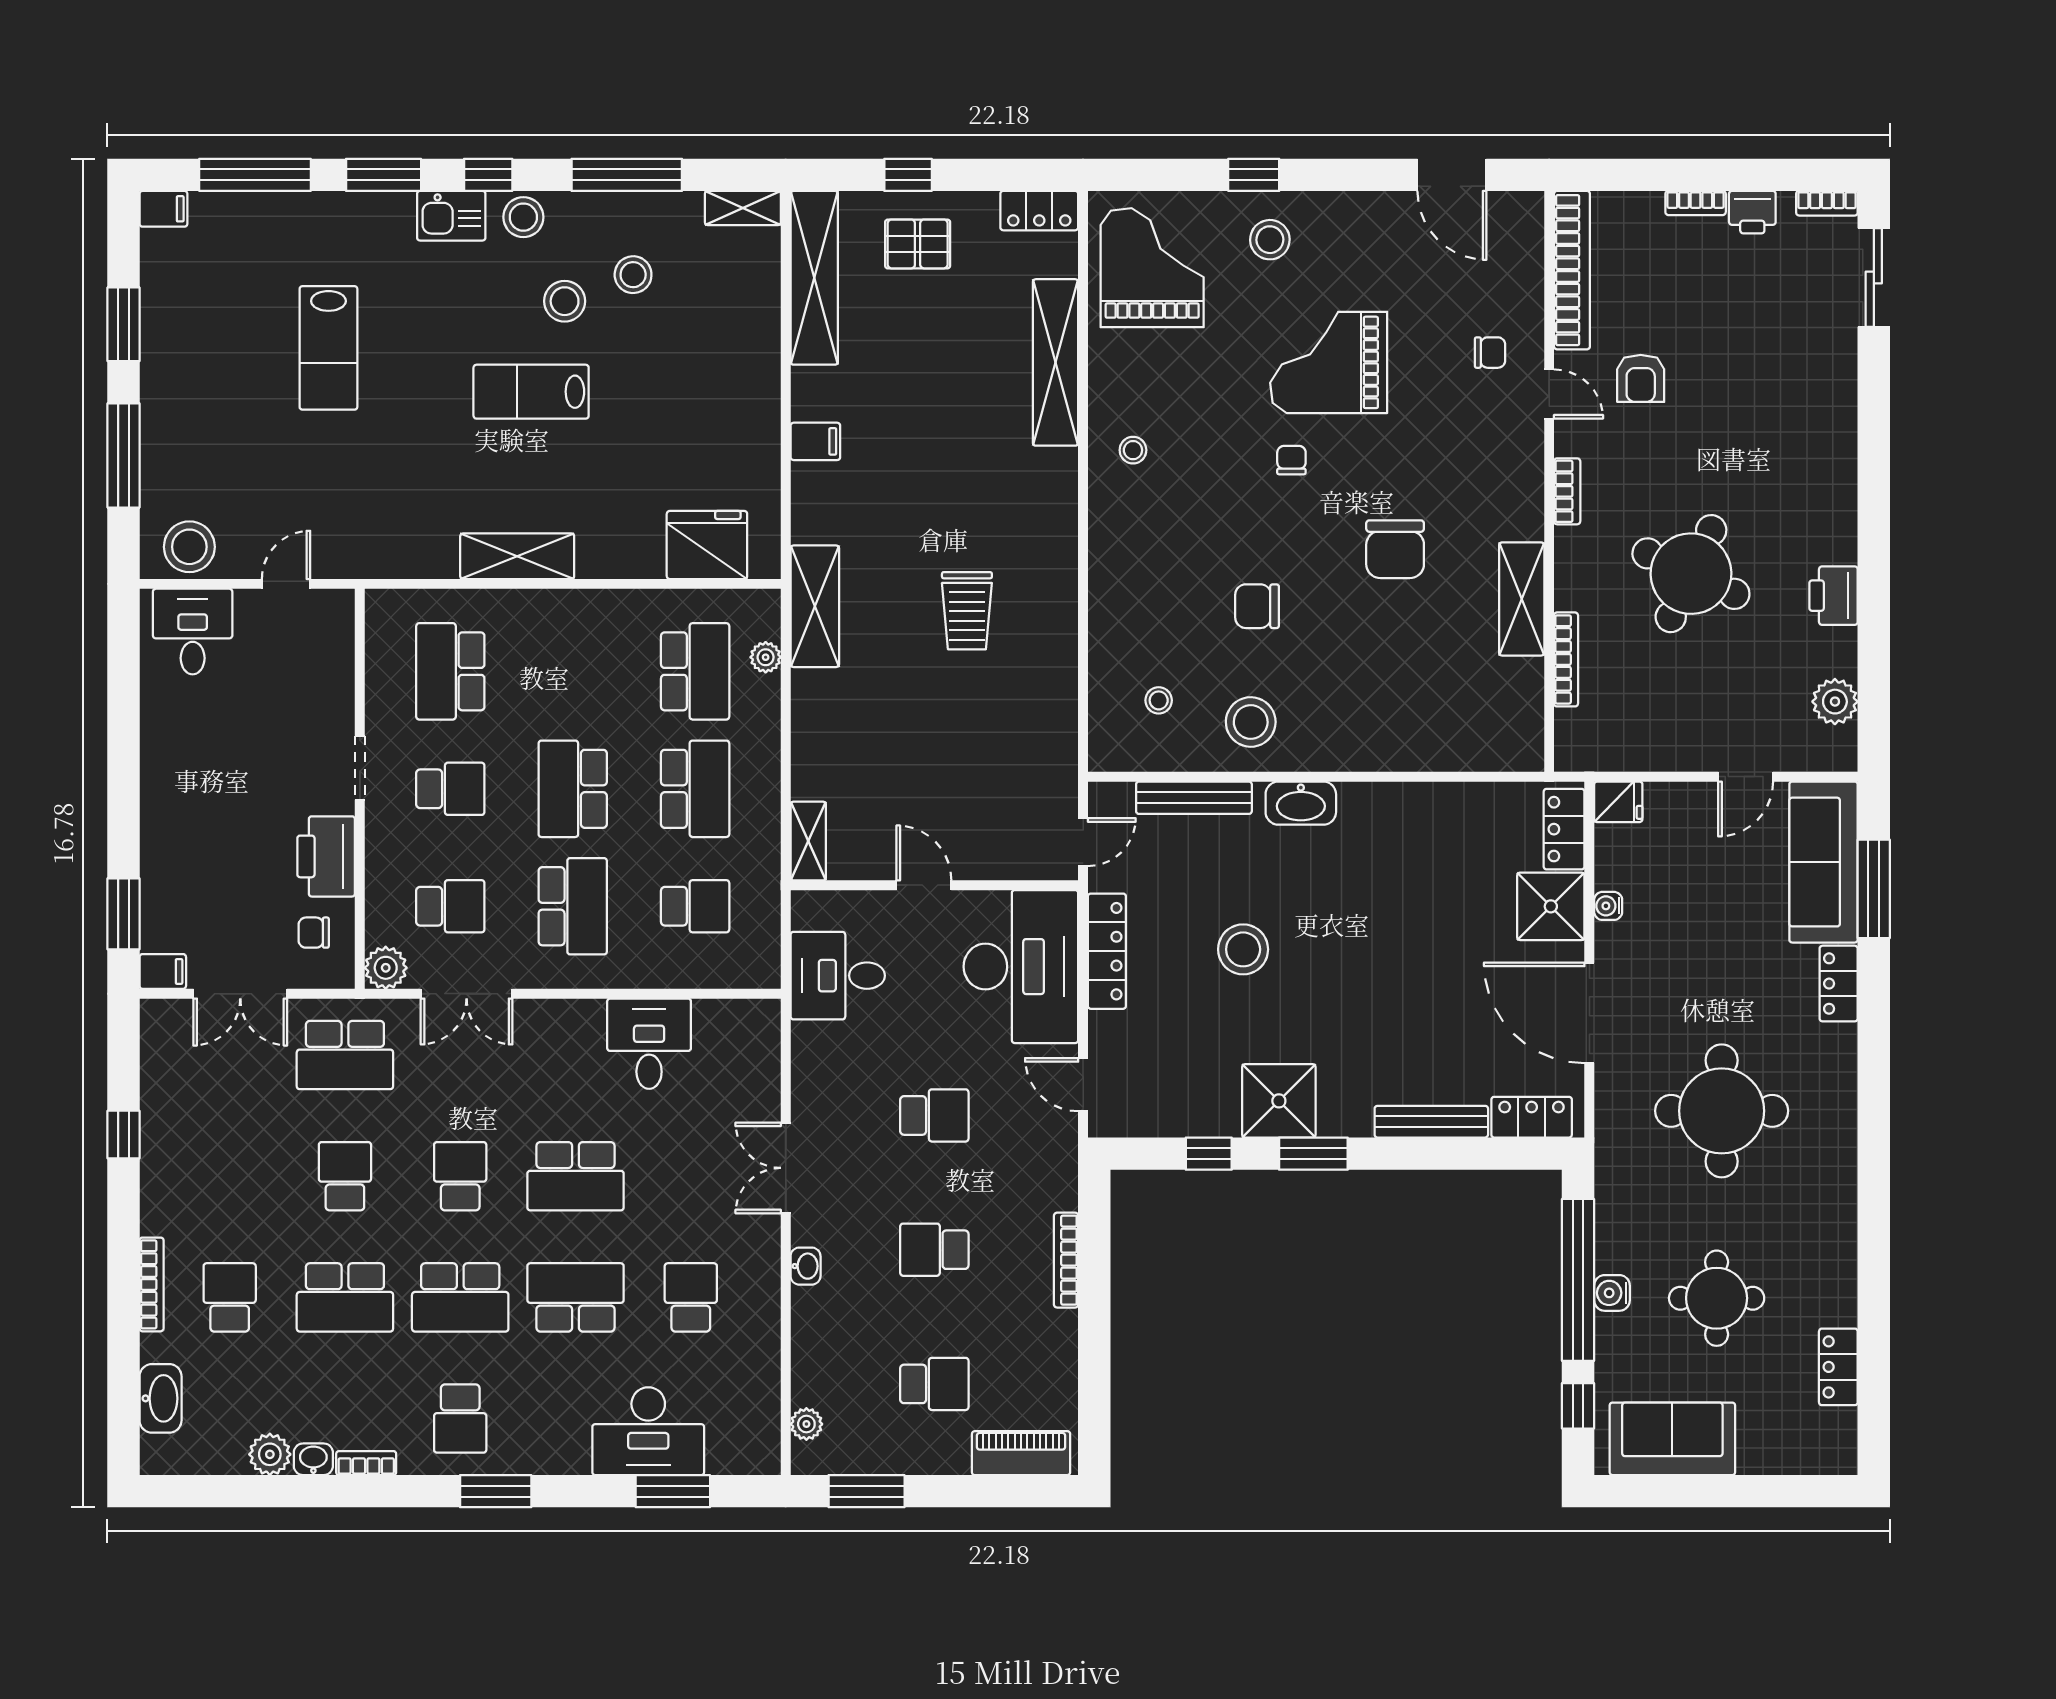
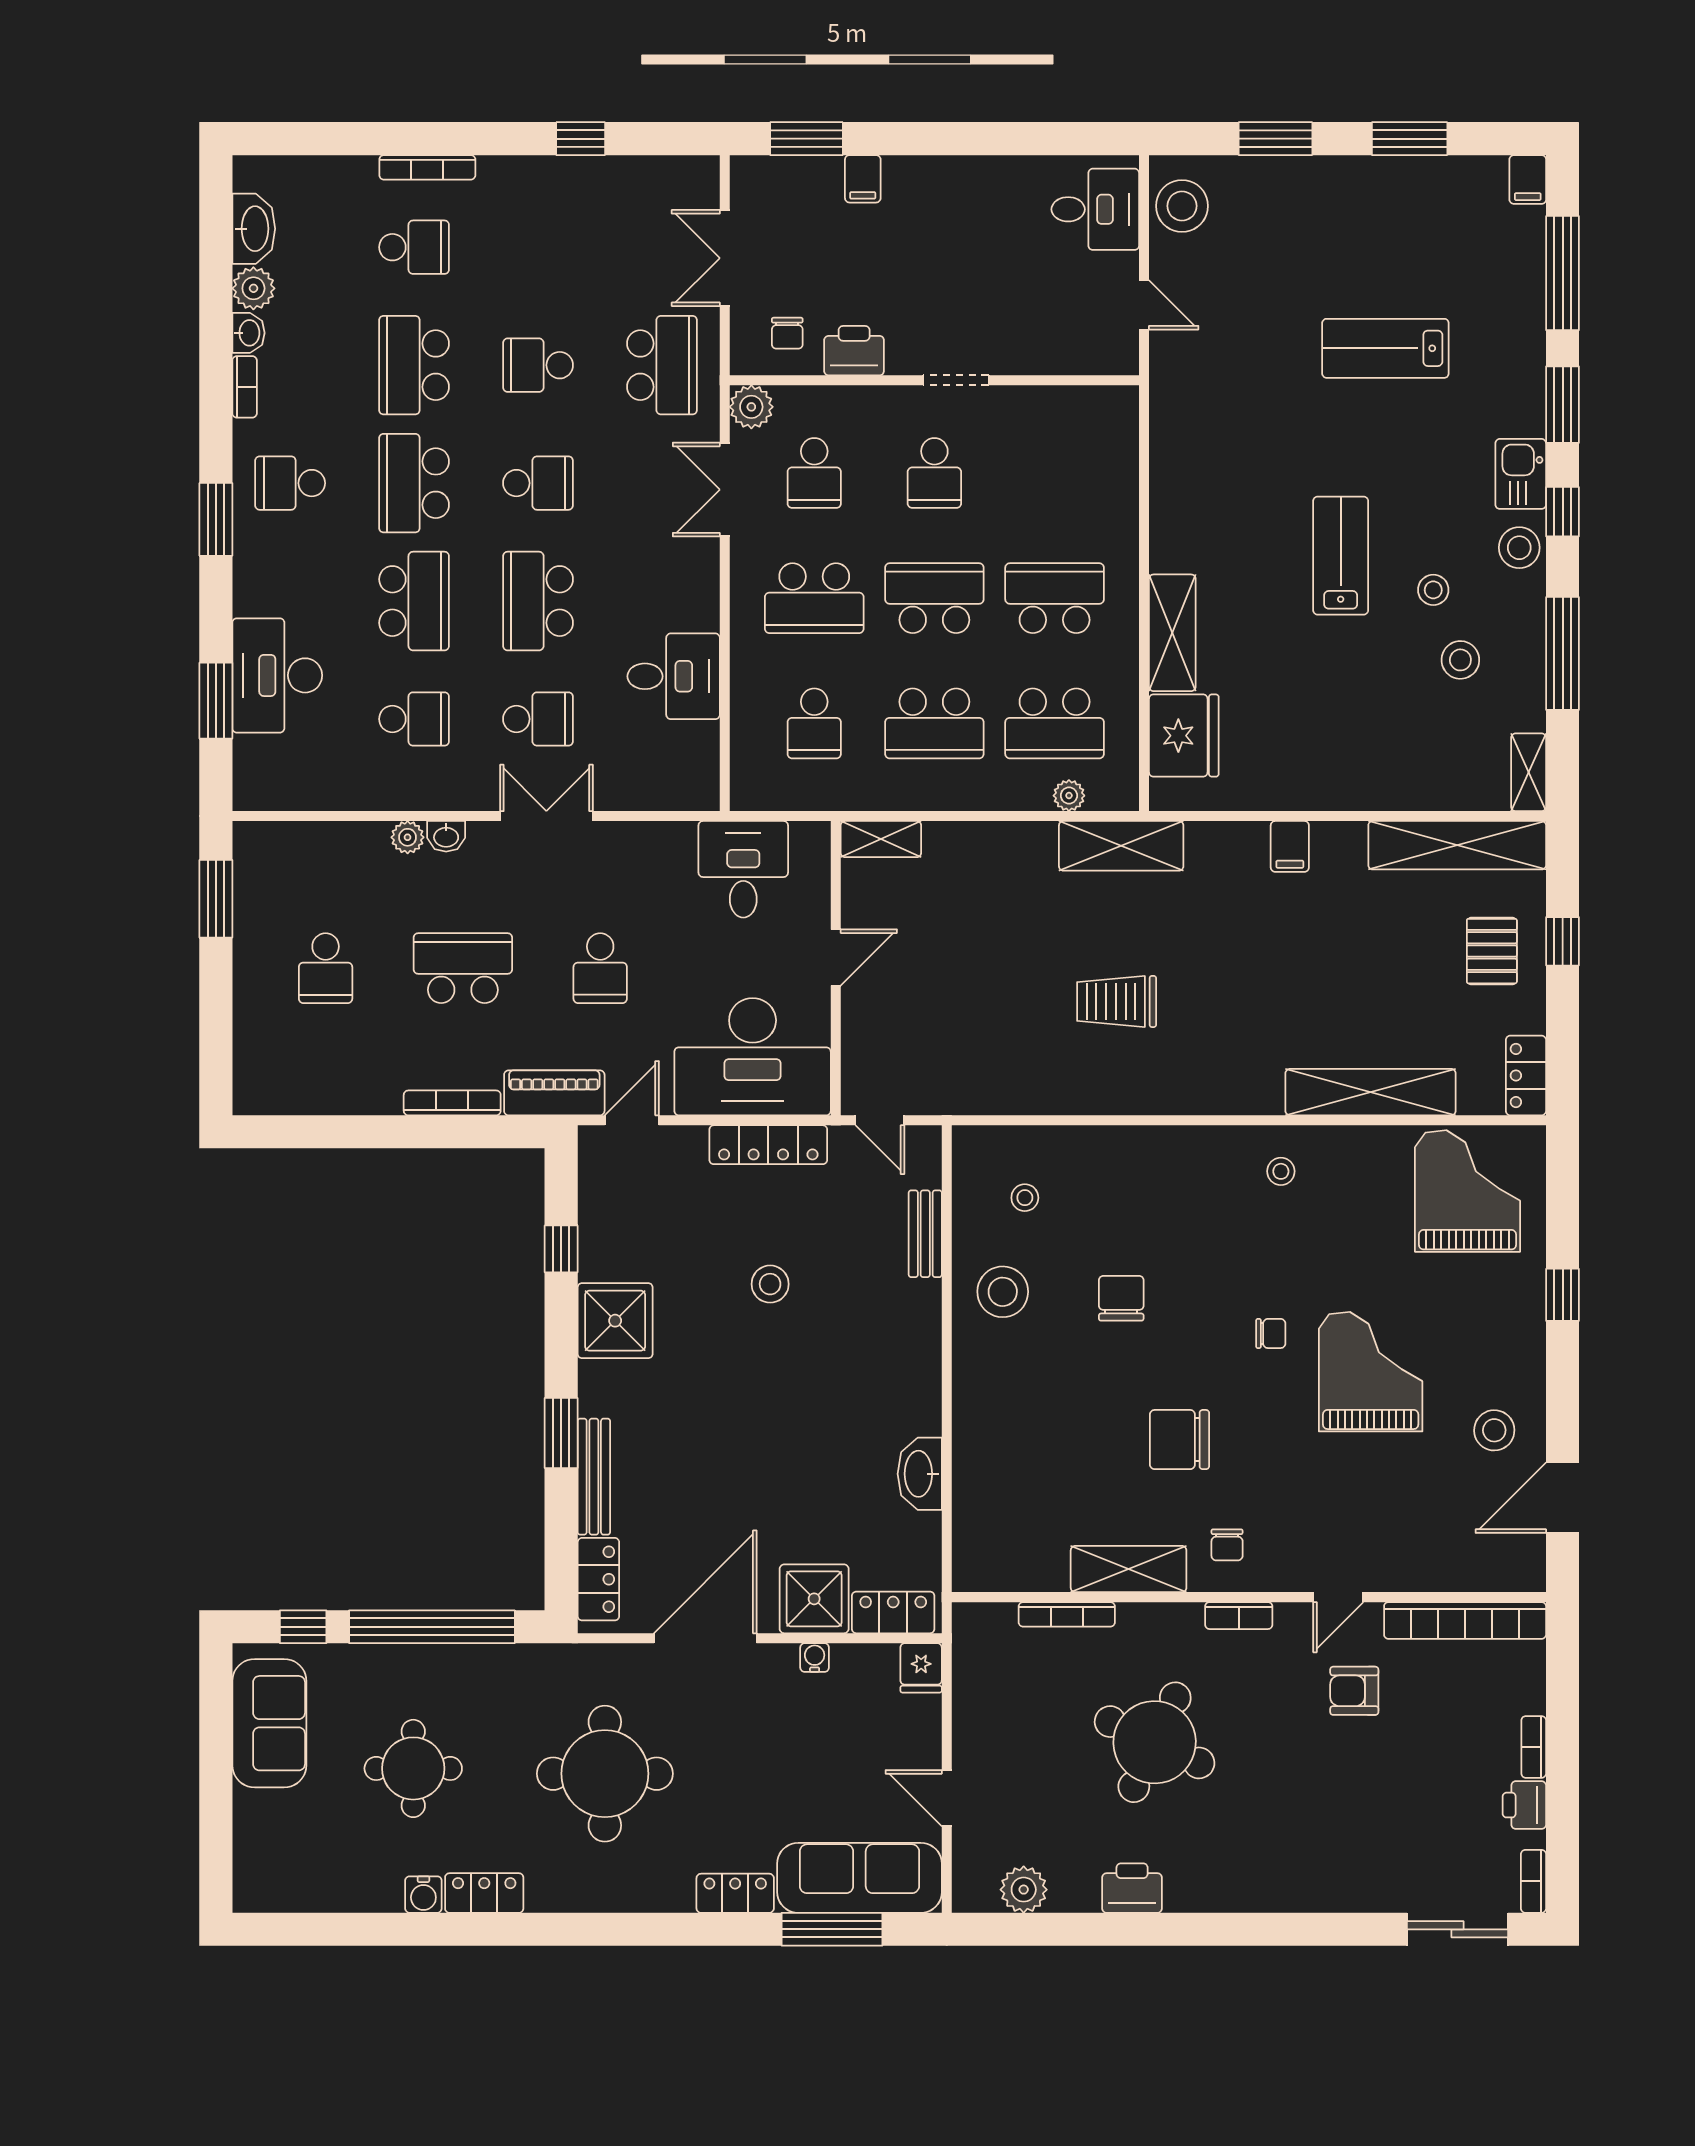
stool: (1270, 240) -> (1494, 1430), moved
grand piano: (1152, 268) -> (1467, 1191), turned -90
stool: (565, 301) -> (1433, 590), width x0.73, depth x0.73
chair: (1490, 353) -> (1227, 1545), moved
window: (123, 455) -> (1275, 139), width x0.69
shelving: (517, 556) -> (1172, 633), moved
school desk: (450, 671) -> (1055, 598), moved
bench: (1194, 798) -> (925, 1234), width x0.73
washbasin: (1301, 803) -> (920, 1474), moved
printer: (326, 856) -> (854, 351), width x0.73, depth x0.84
chair: (314, 933) -> (787, 333), turned 180
stool: (1243, 949) -> (770, 1284), width x0.73, depth x0.73
filing cabinet: (163, 971) -> (863, 179), moved
school desk: (345, 1055) -> (662, 365), turned 180
window: (1313, 1154) -> (561, 1433), moved
school desk: (345, 1176) -> (538, 365), turned 180
school desk: (691, 1176) -> (538, 719), added
school desk: (934, 1250) -> (463, 968), width x1.85
water cooler: (1612, 1293) -> (423, 1895), moved, turned 180
locker: (1838, 1367) -> (484, 1893), moved
washbasin: (161, 1398) -> (254, 229), moved, turned -90
plant: (806, 1424) -> (408, 837), moved
piano: (1021, 1453) -> (554, 1093), moved, turned -90

